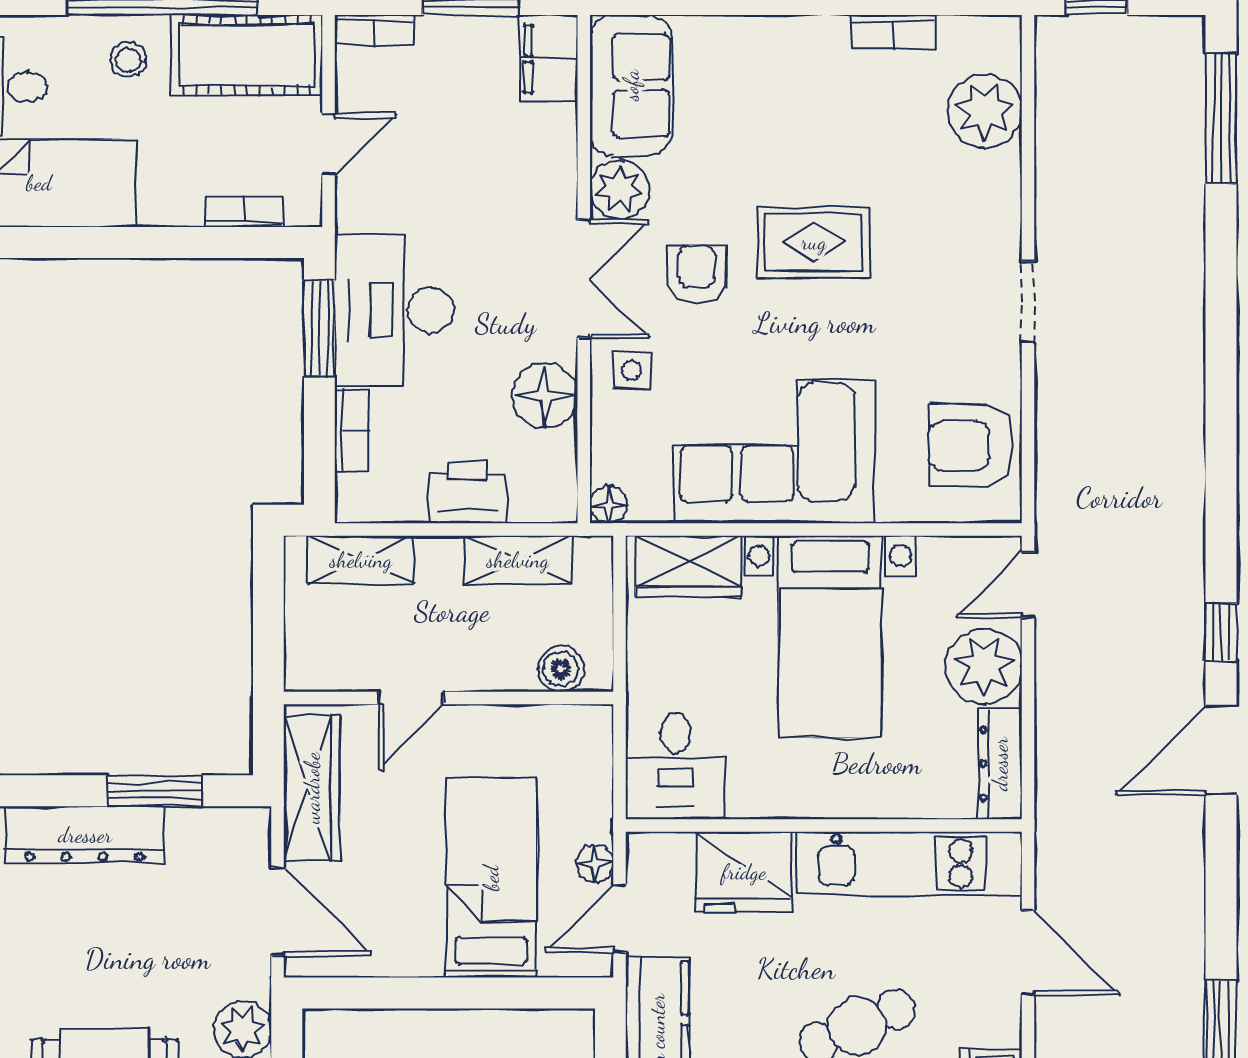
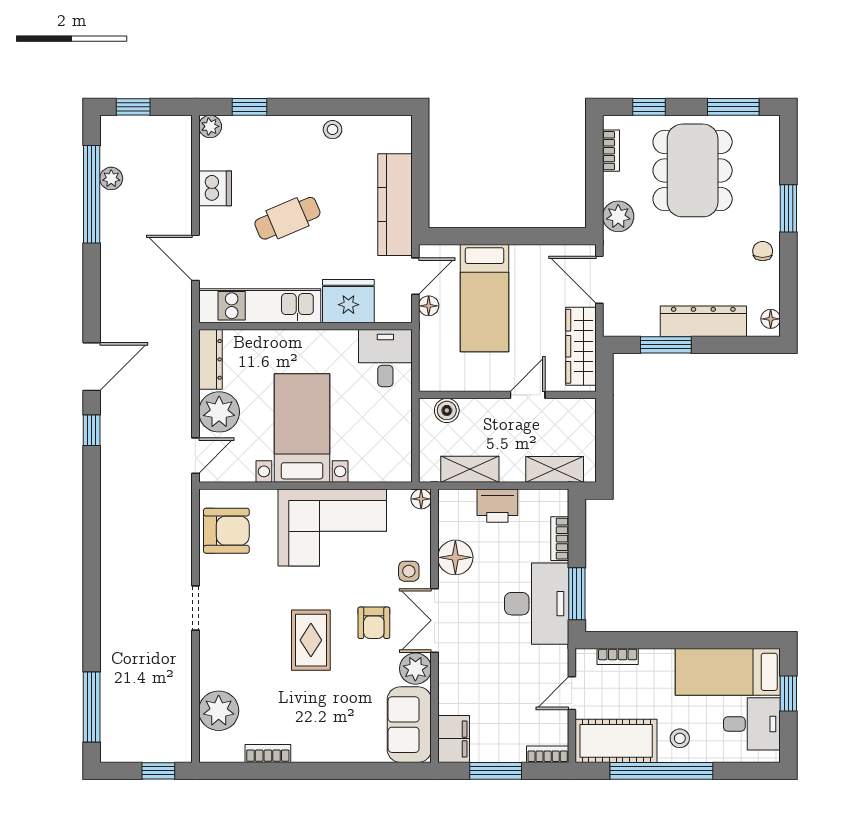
rug: (814, 242) -> (311, 640), turned 90
wardrobe: (688, 566) -> (378, 466), removed

